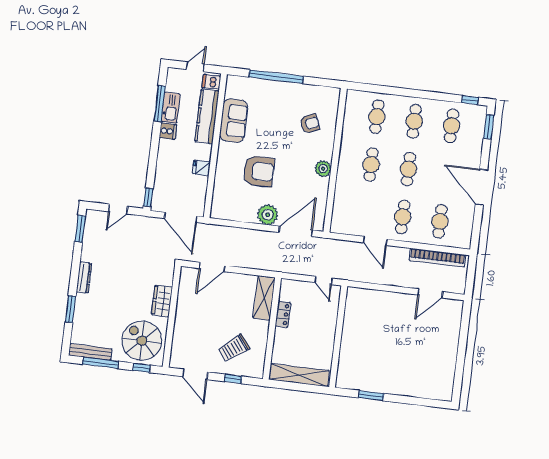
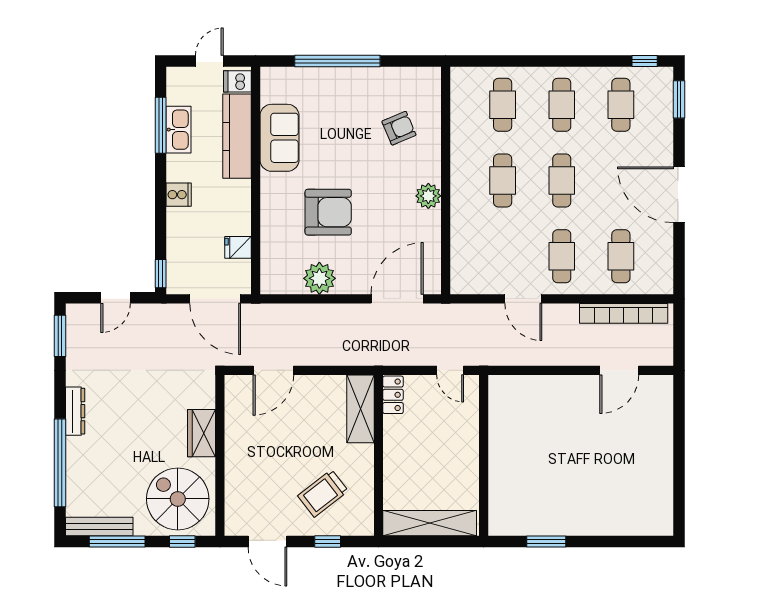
cooker: (168, 131) -> (179, 195), moved
fridge: (201, 168) -> (238, 247), moved
plant: (268, 215) -> (319, 278), moved
window: (70, 309) -> (60, 463), width x2.11
locker: (283, 314) -> (393, 395), moved

